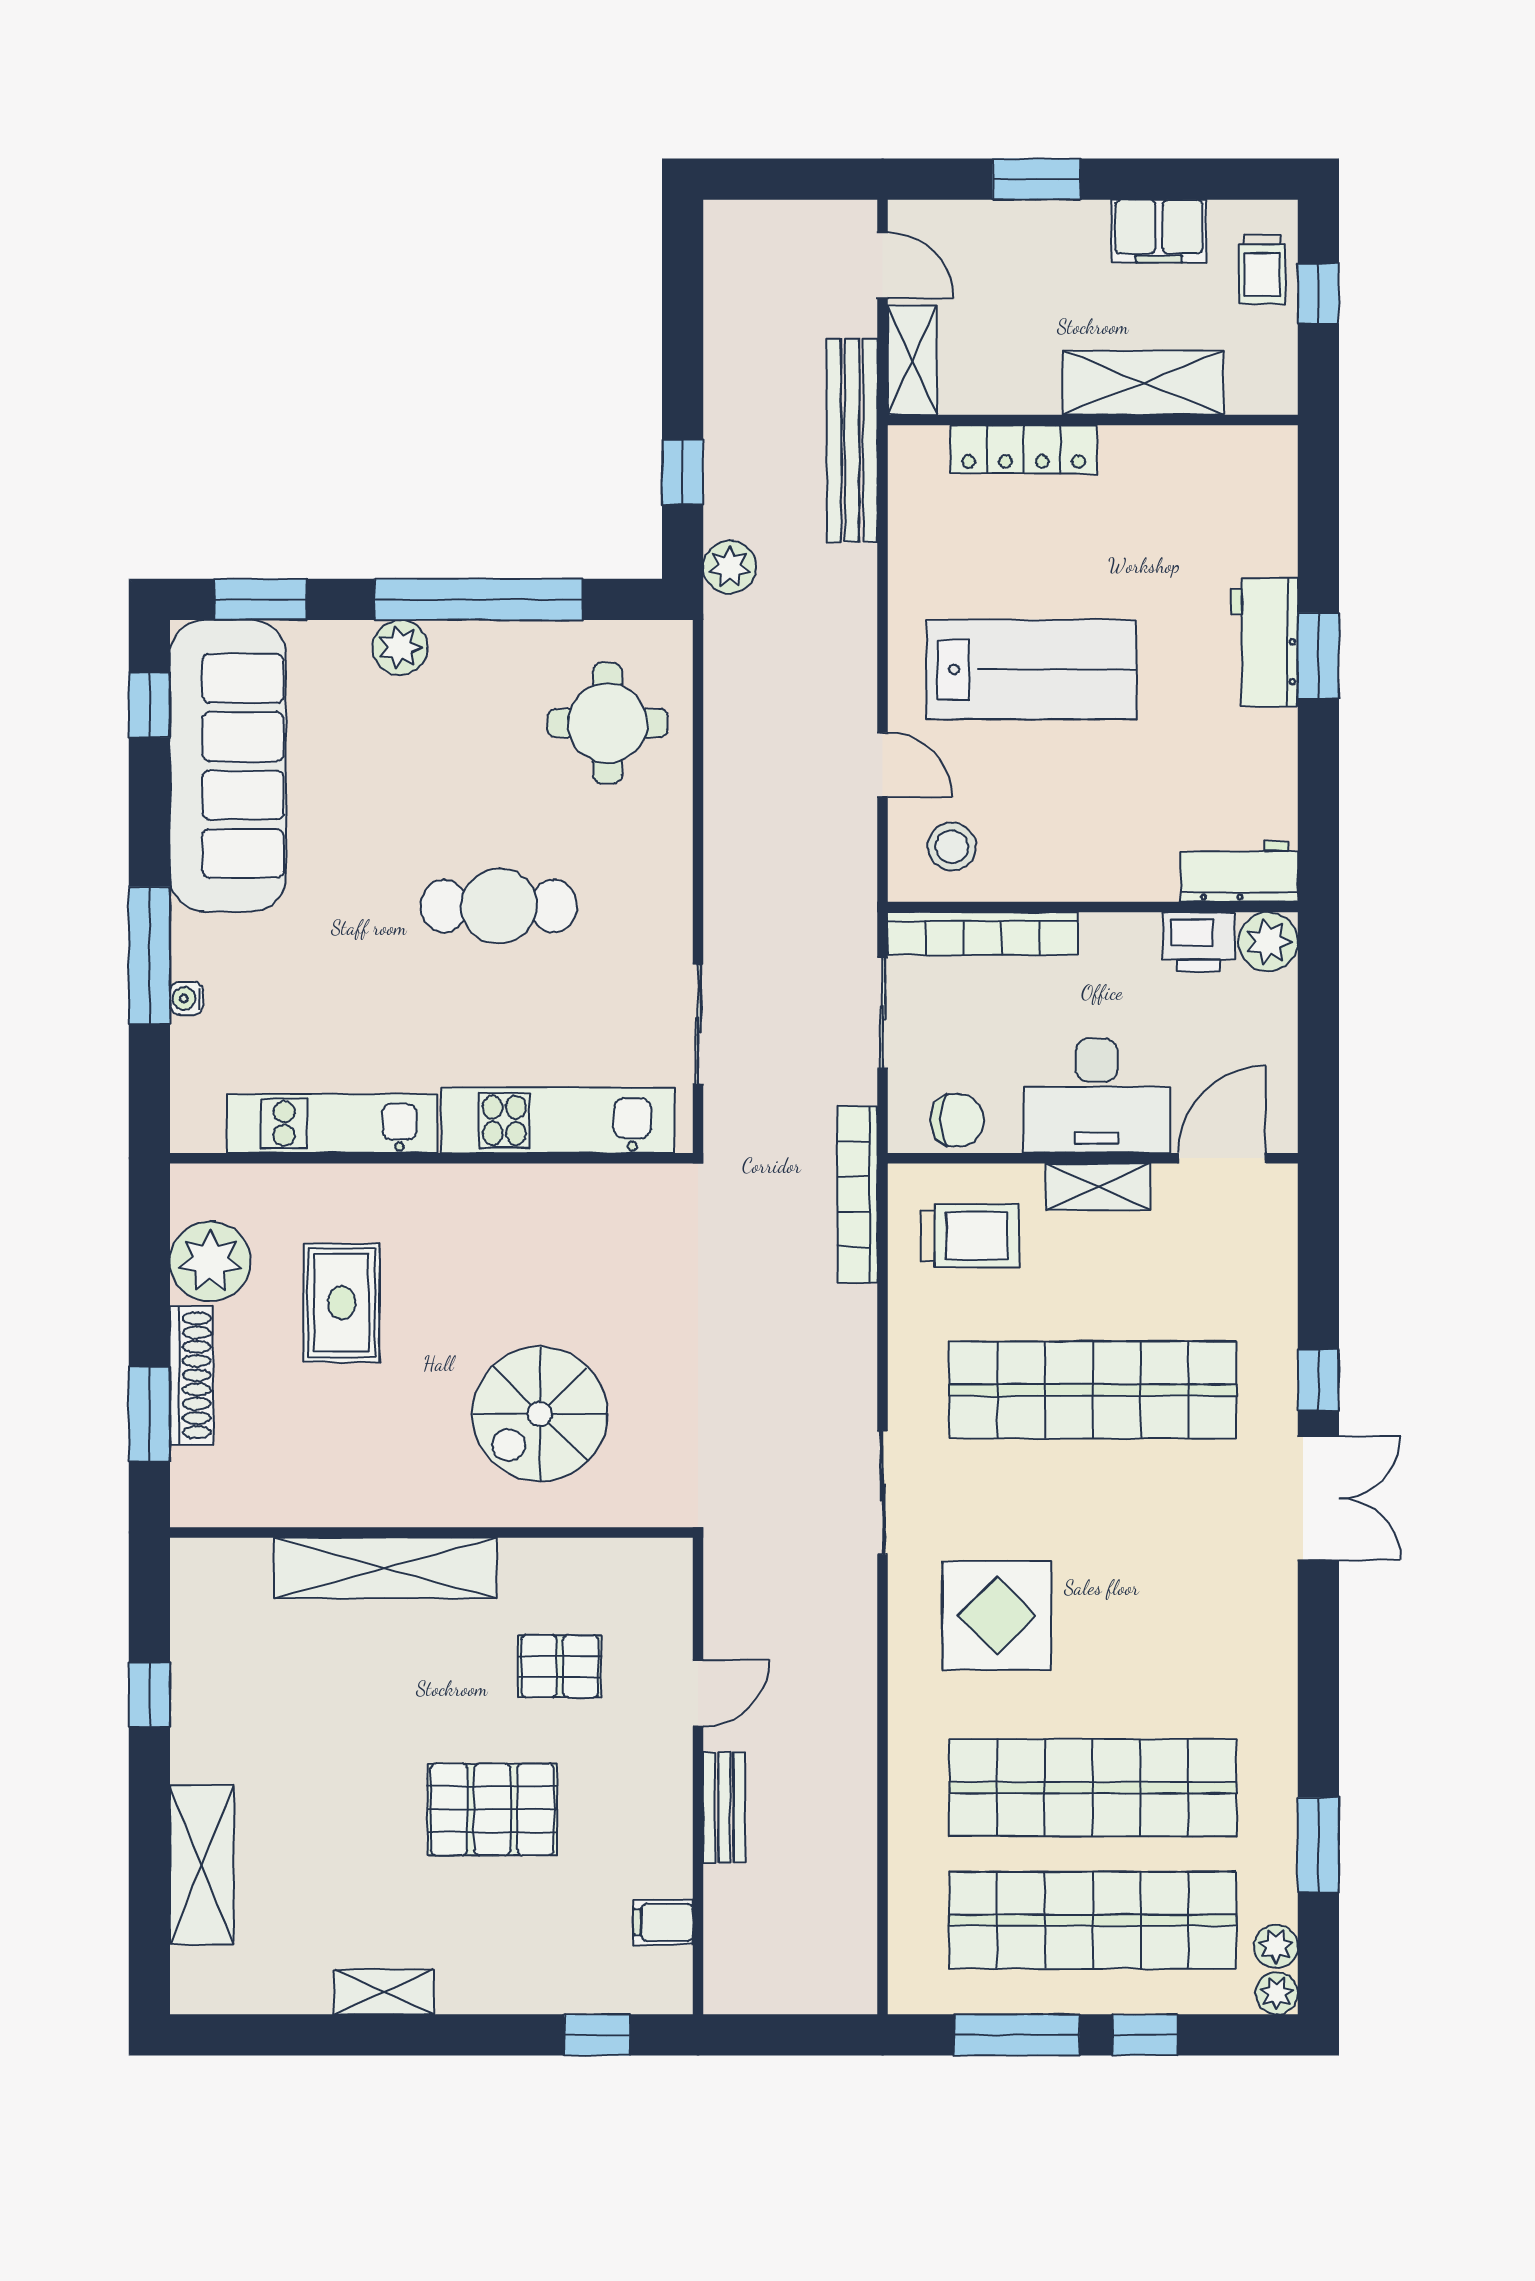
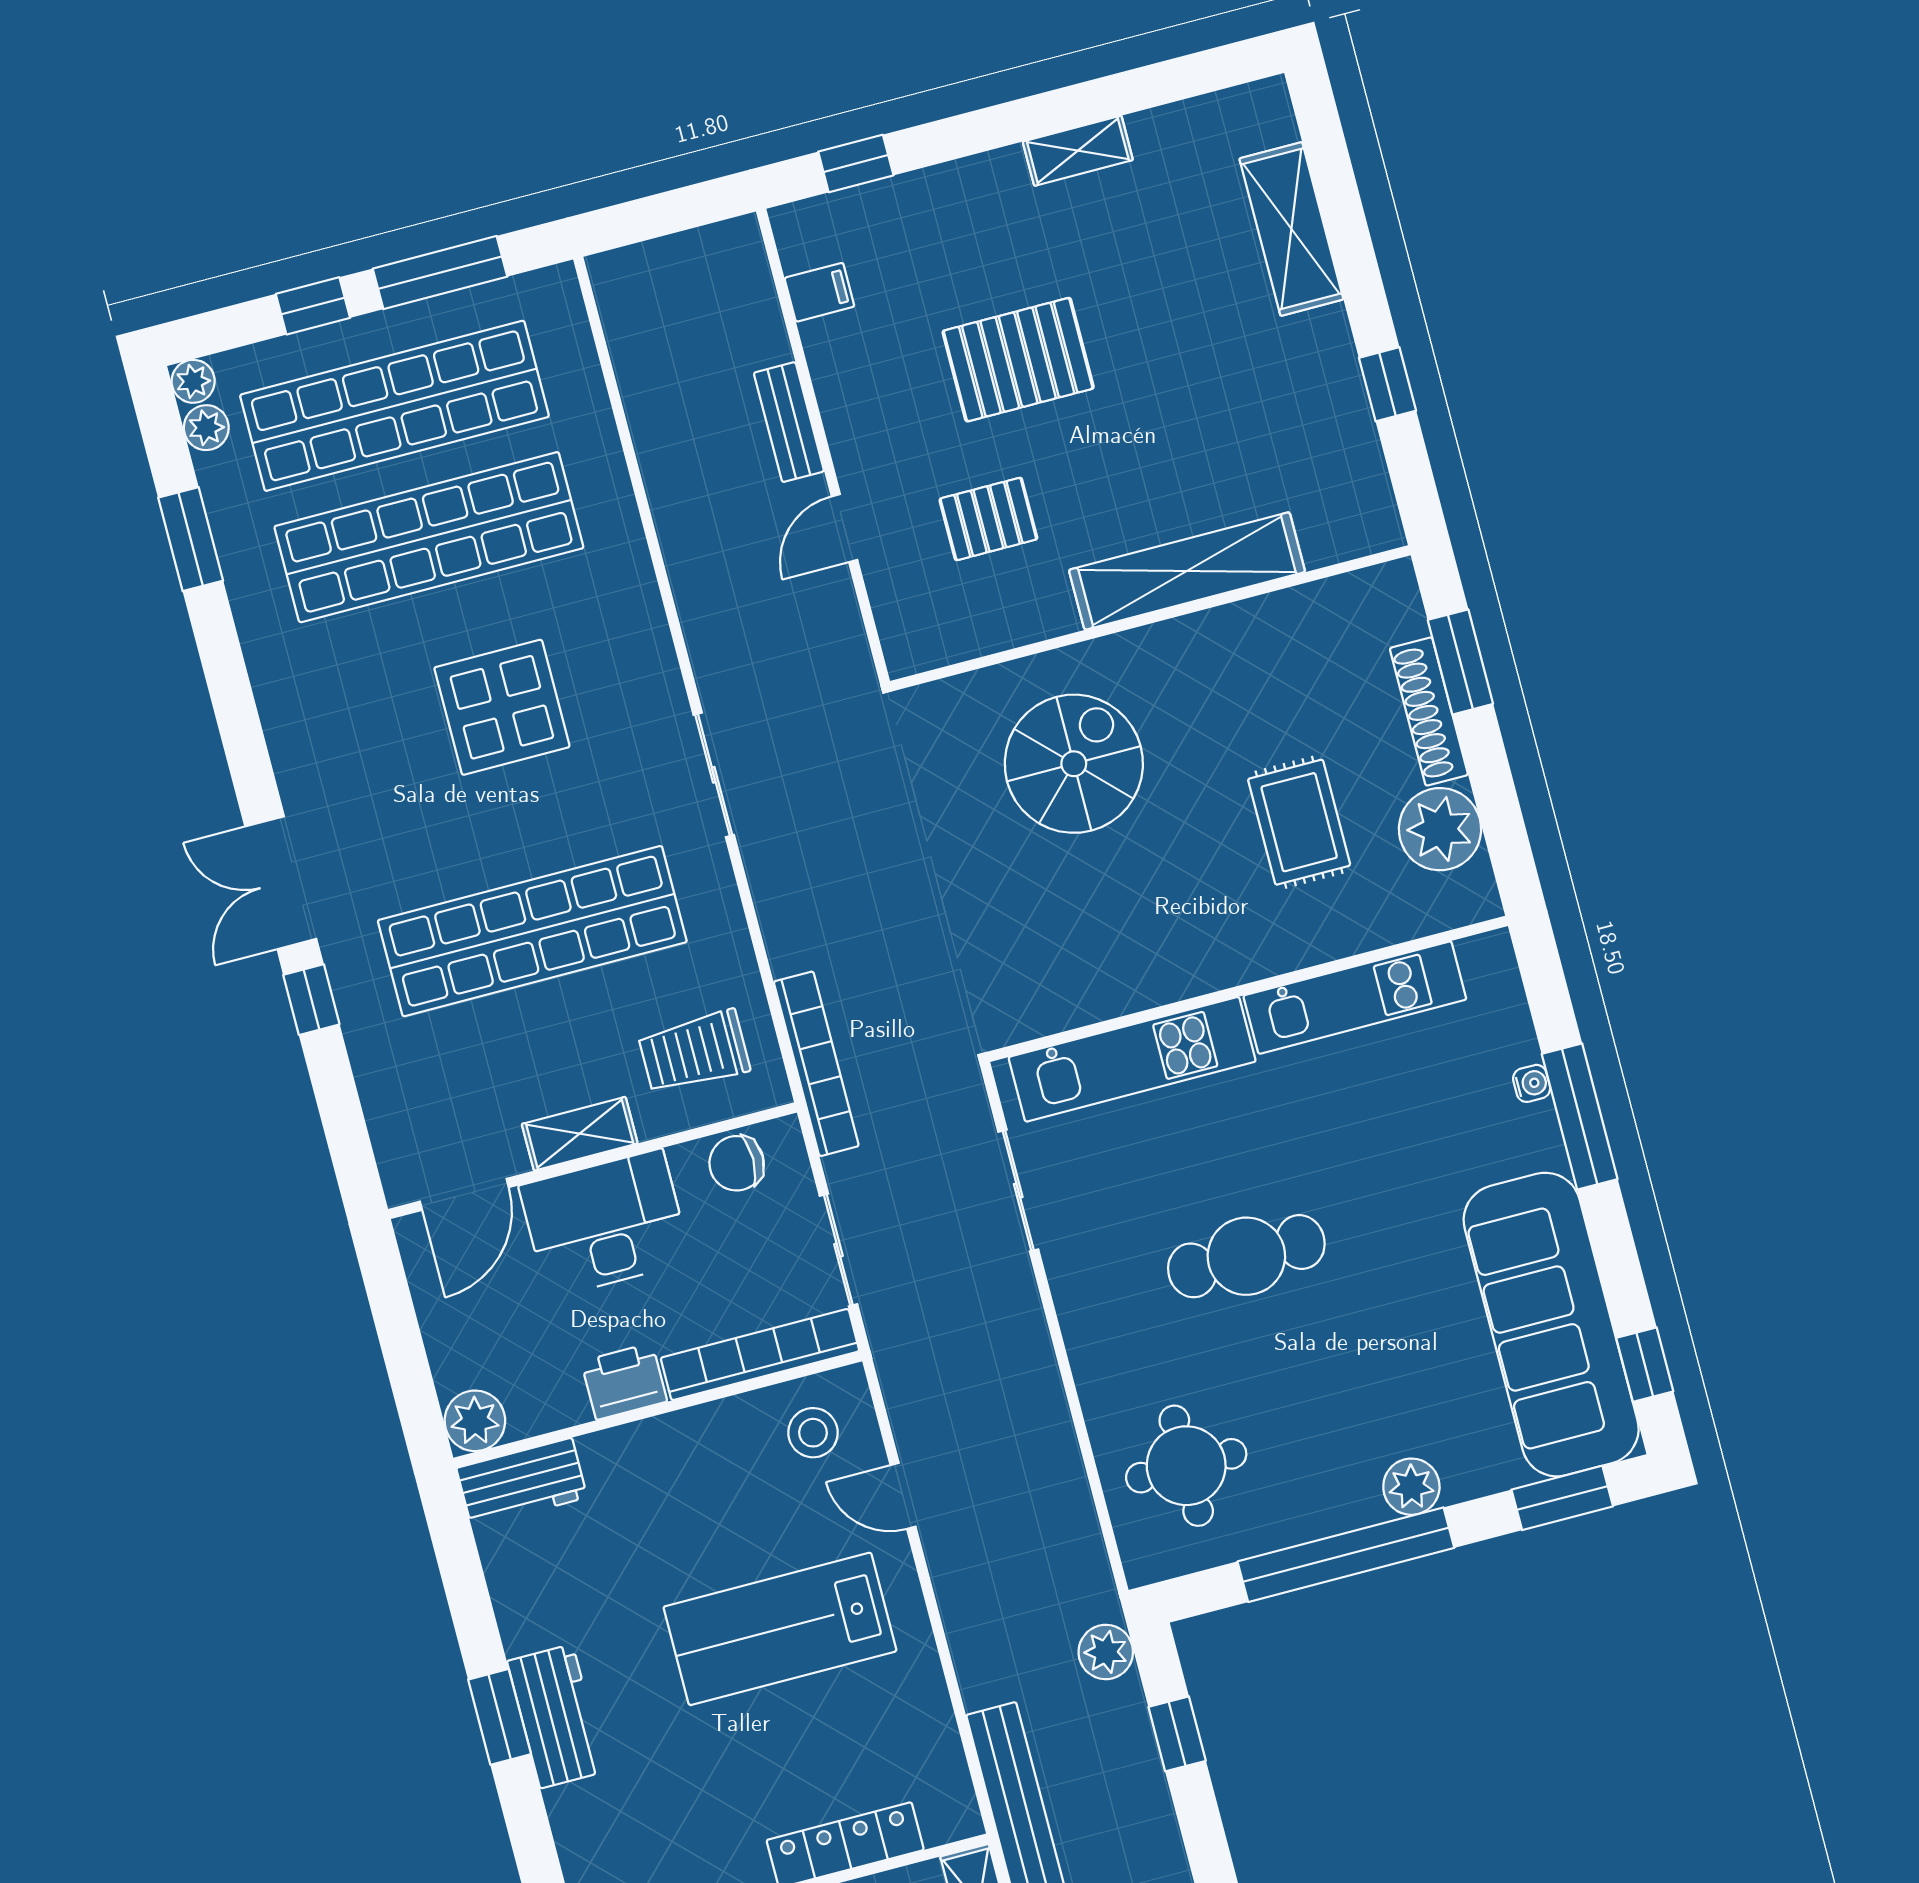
printer: (1199, 942) -> (624, 1381), moved
display table: (997, 1616) -> (502, 707), moved

